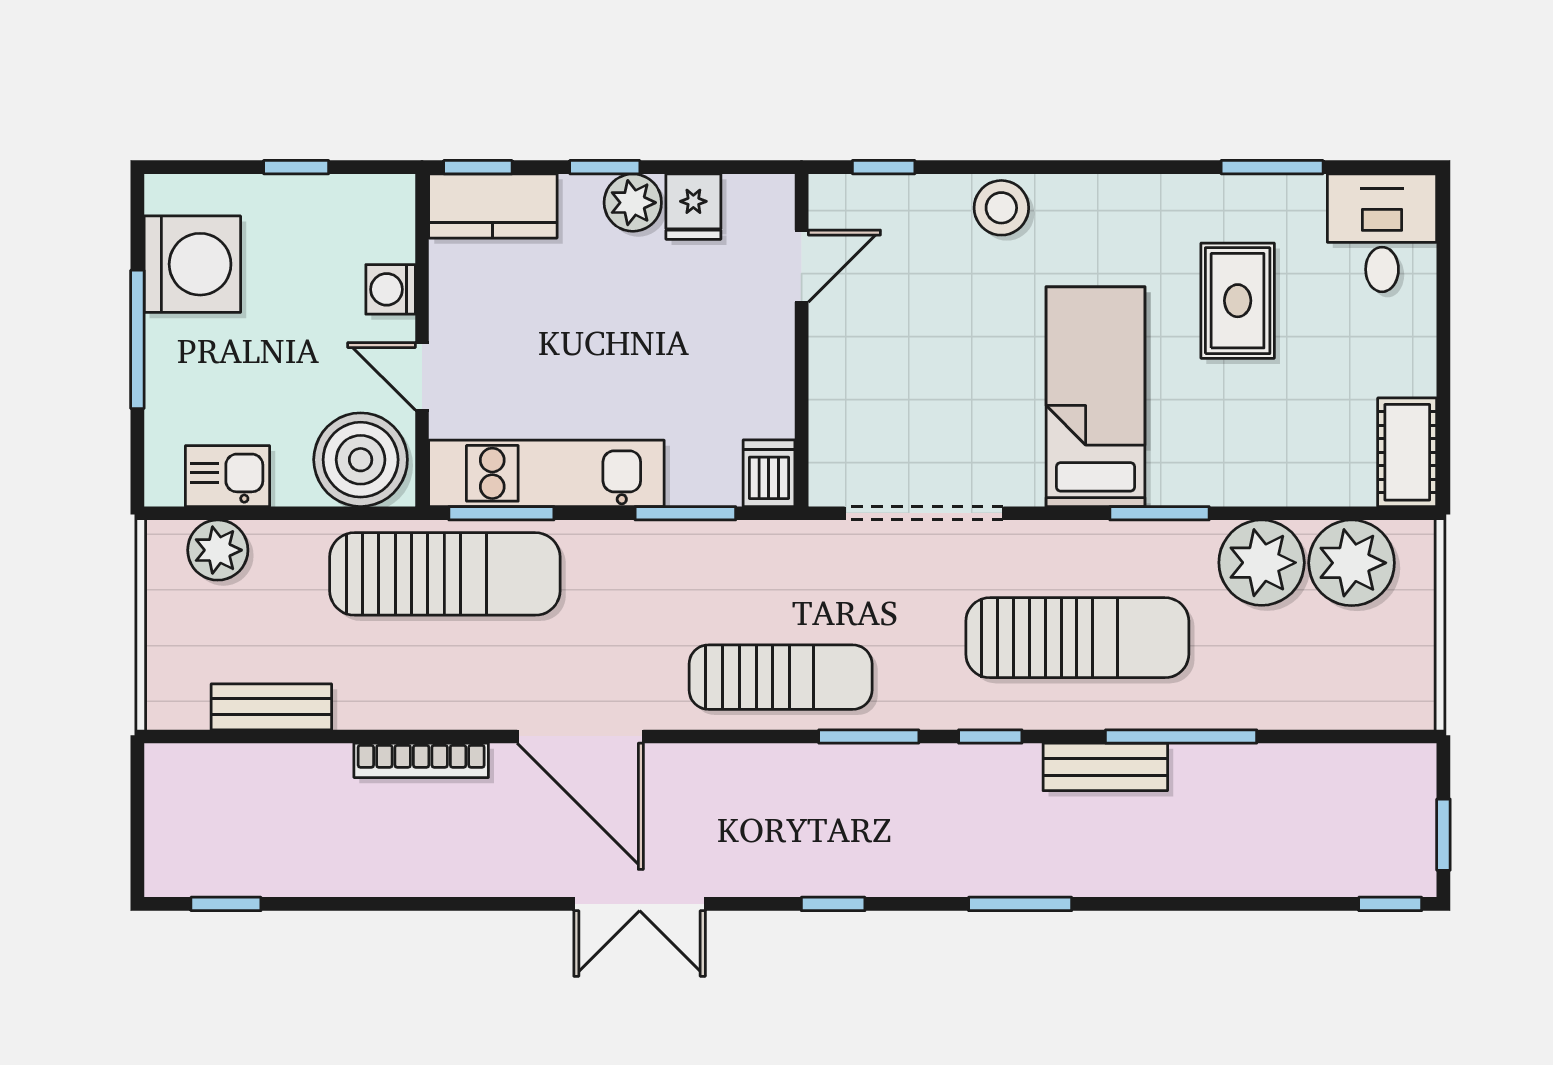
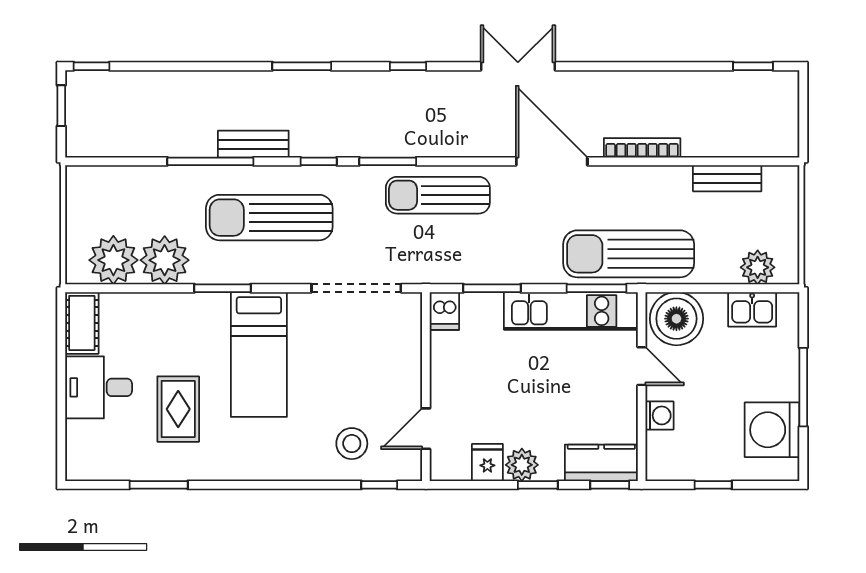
stool: (1001, 208) -> (352, 444), moved
desk: (1382, 233) -> (99, 387), moved, turned 90

